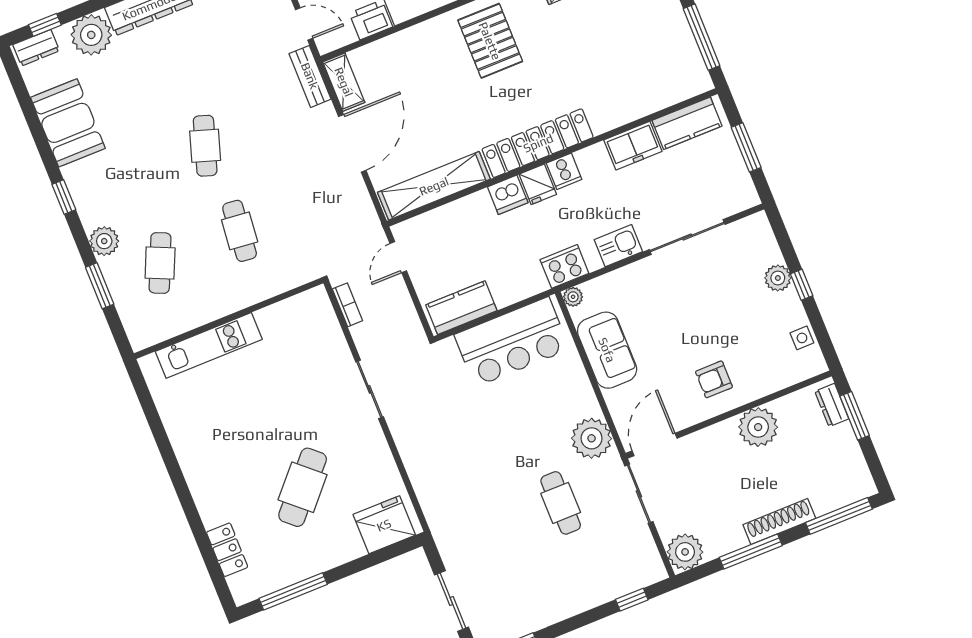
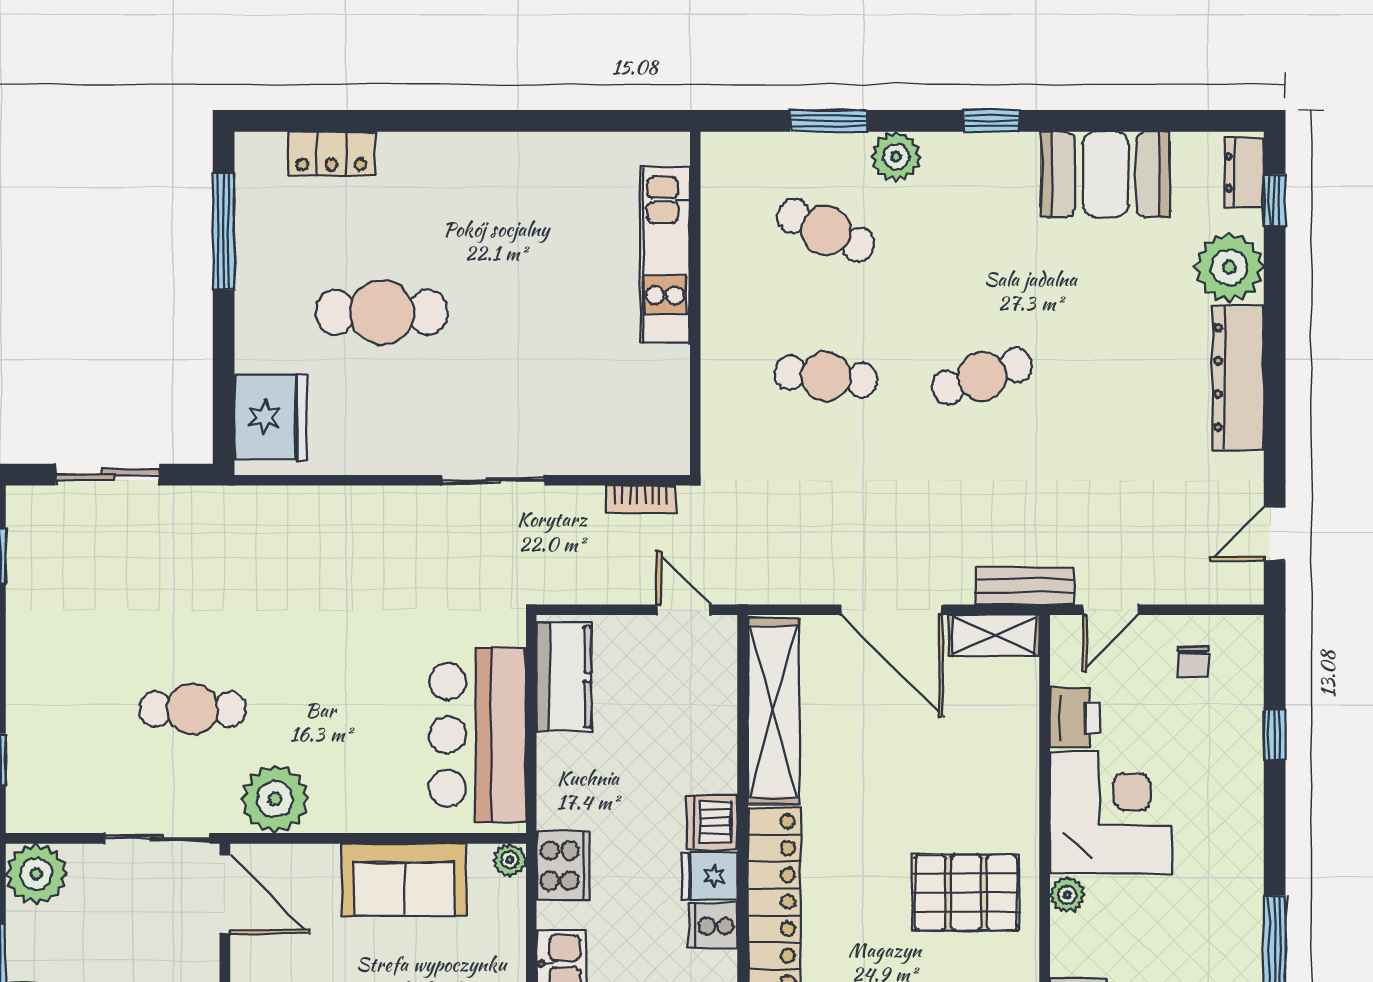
cafe table: (205, 146) -> (982, 376), turned -36
cafe table: (303, 487) -> (382, 312), turned -42

